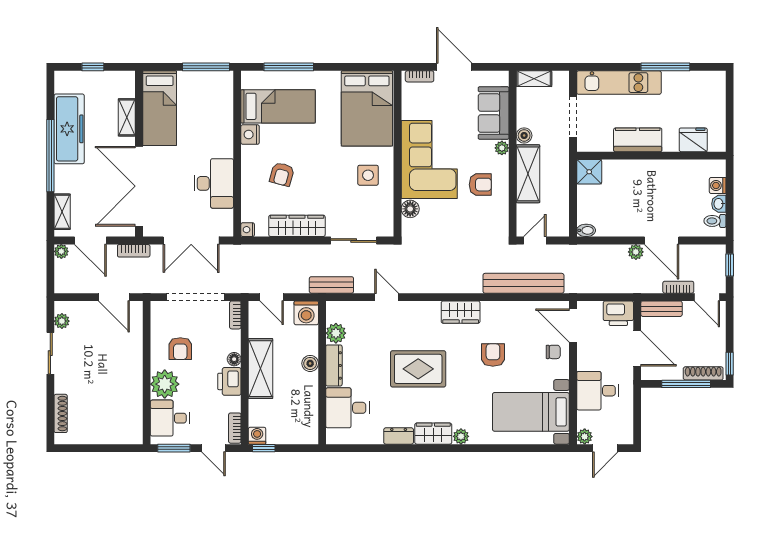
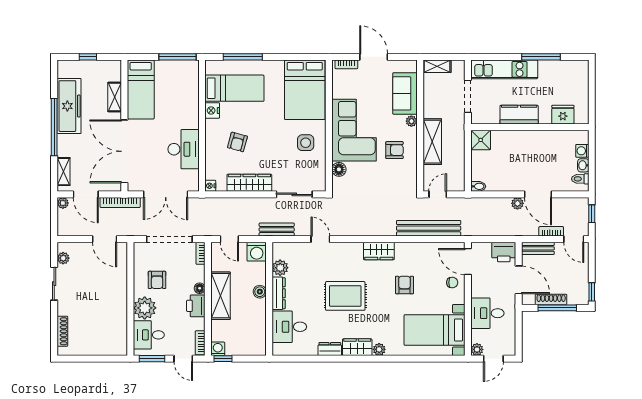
boiler: (524, 135) -> (429, 111), removed
bookcase: (134, 251) -> (120, 202), width x1.56
shoe rack: (703, 373) -> (551, 300), moved

